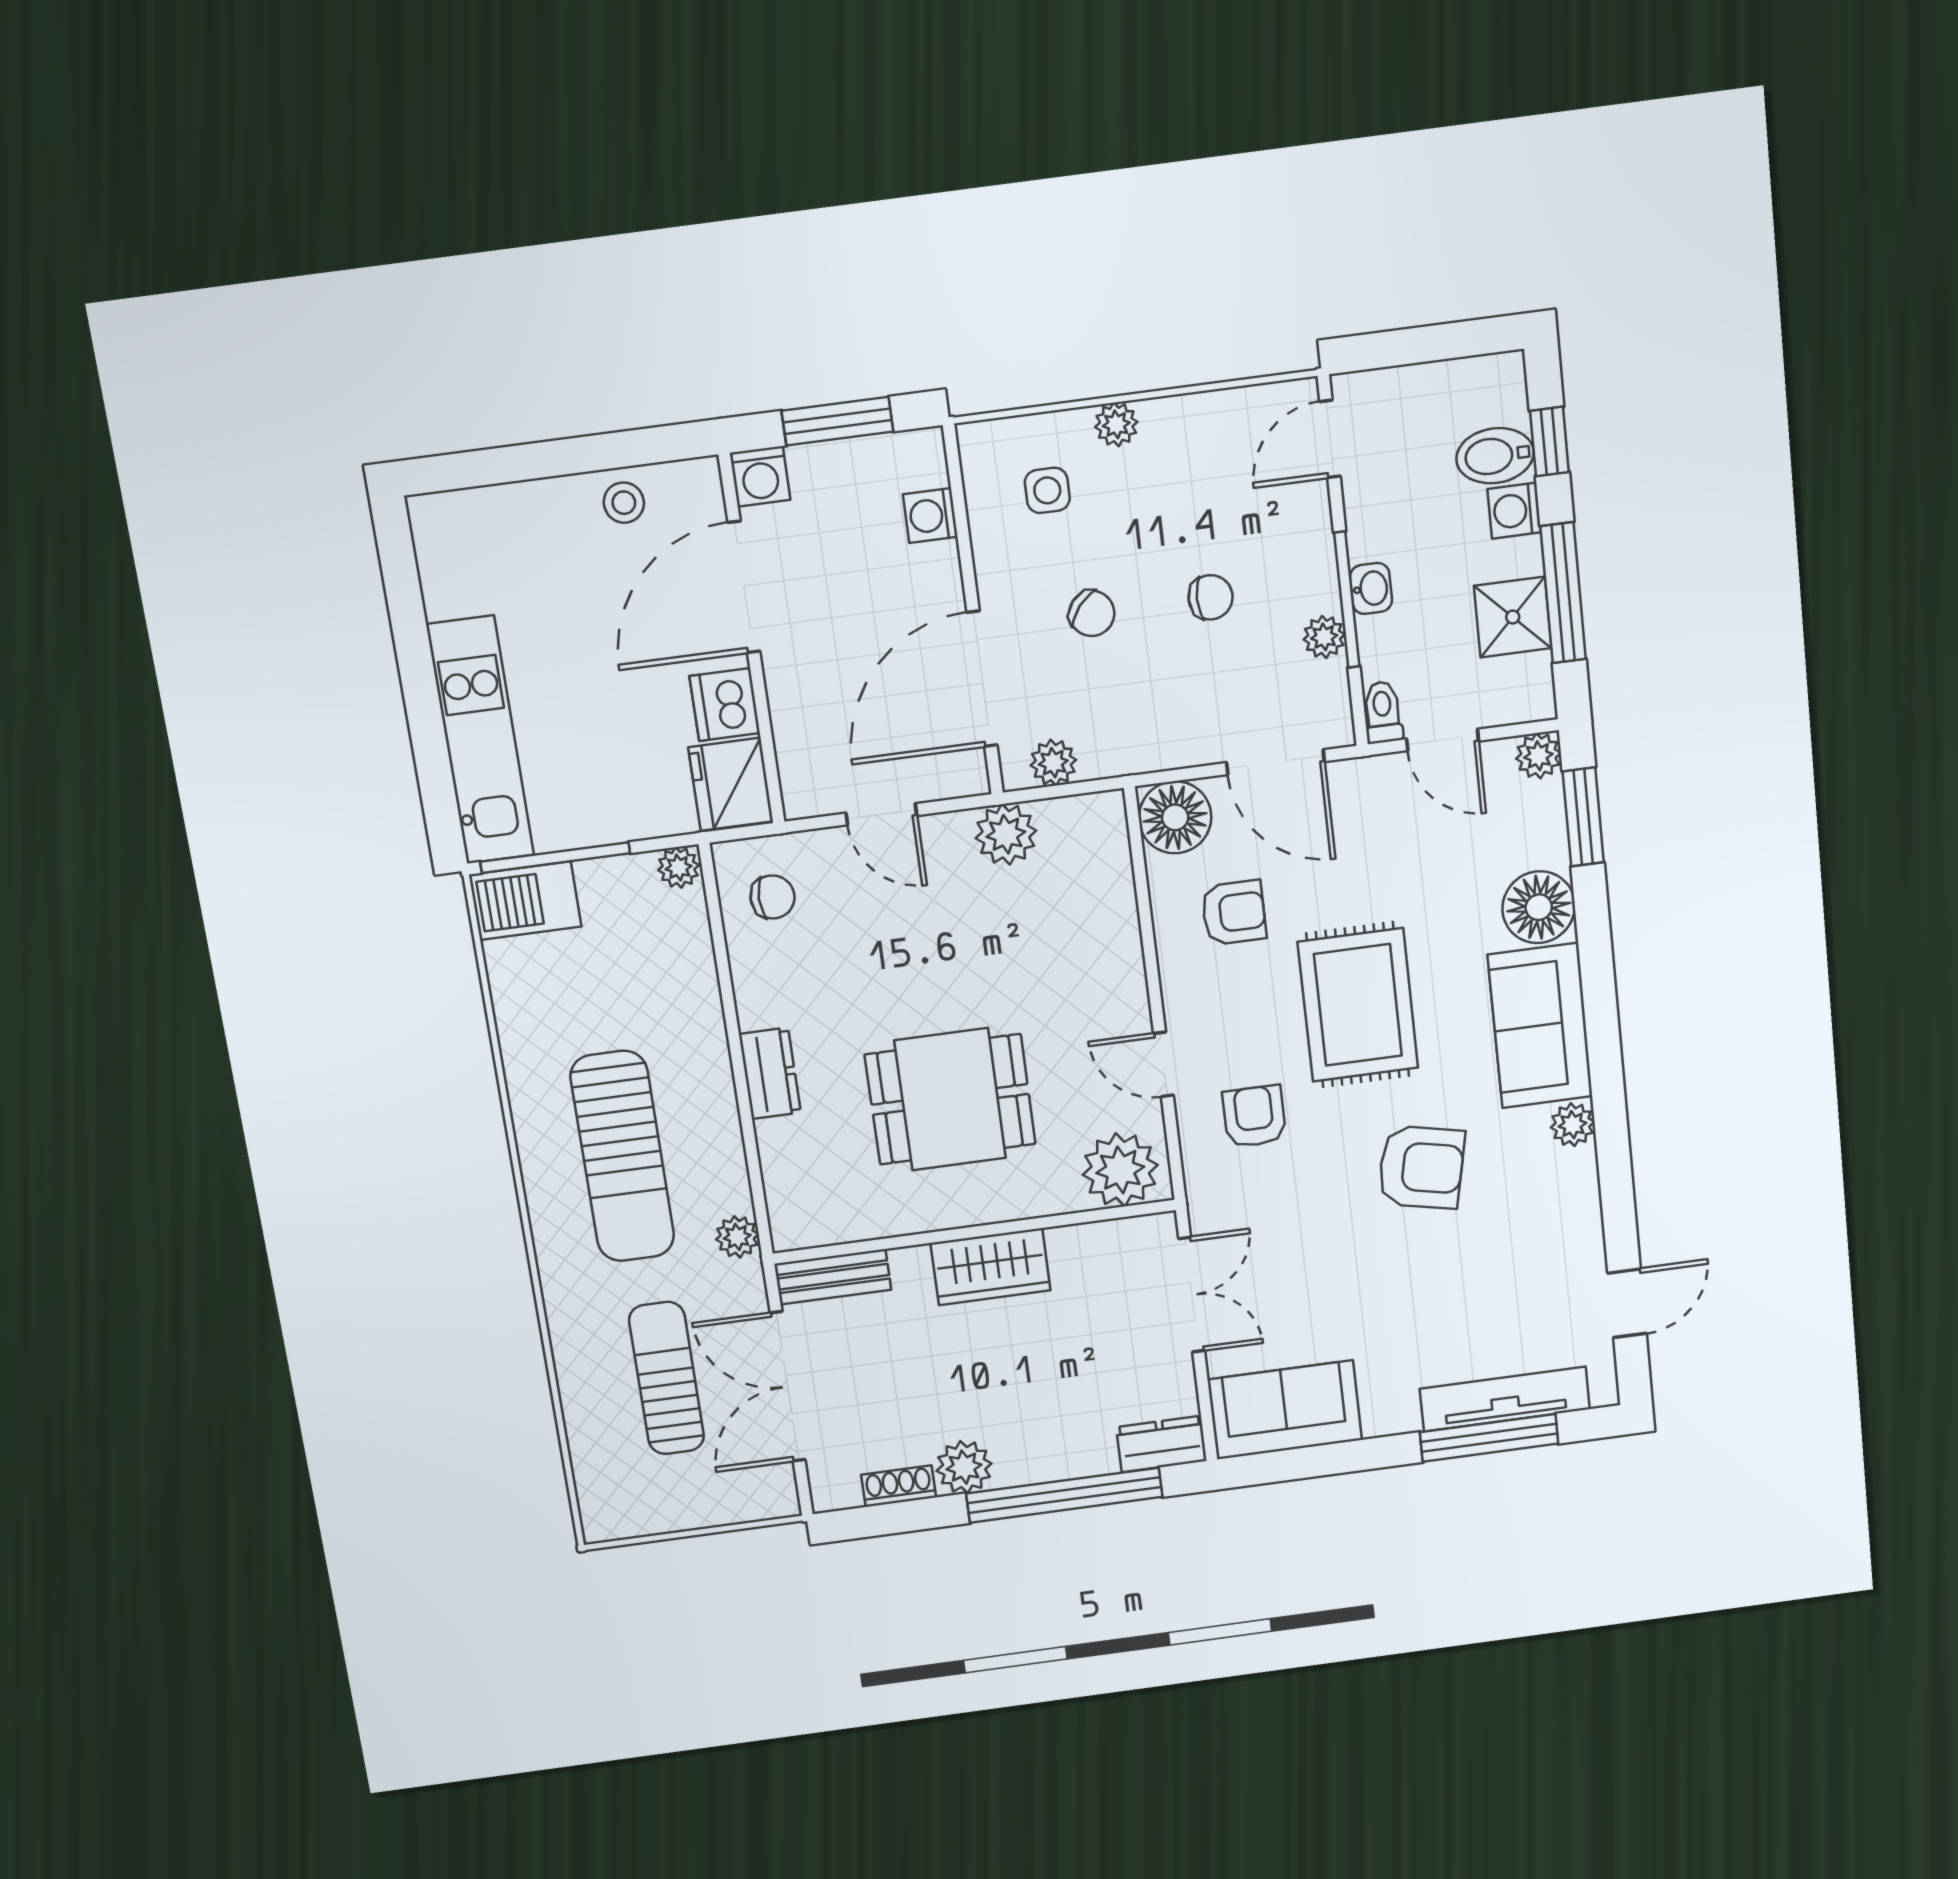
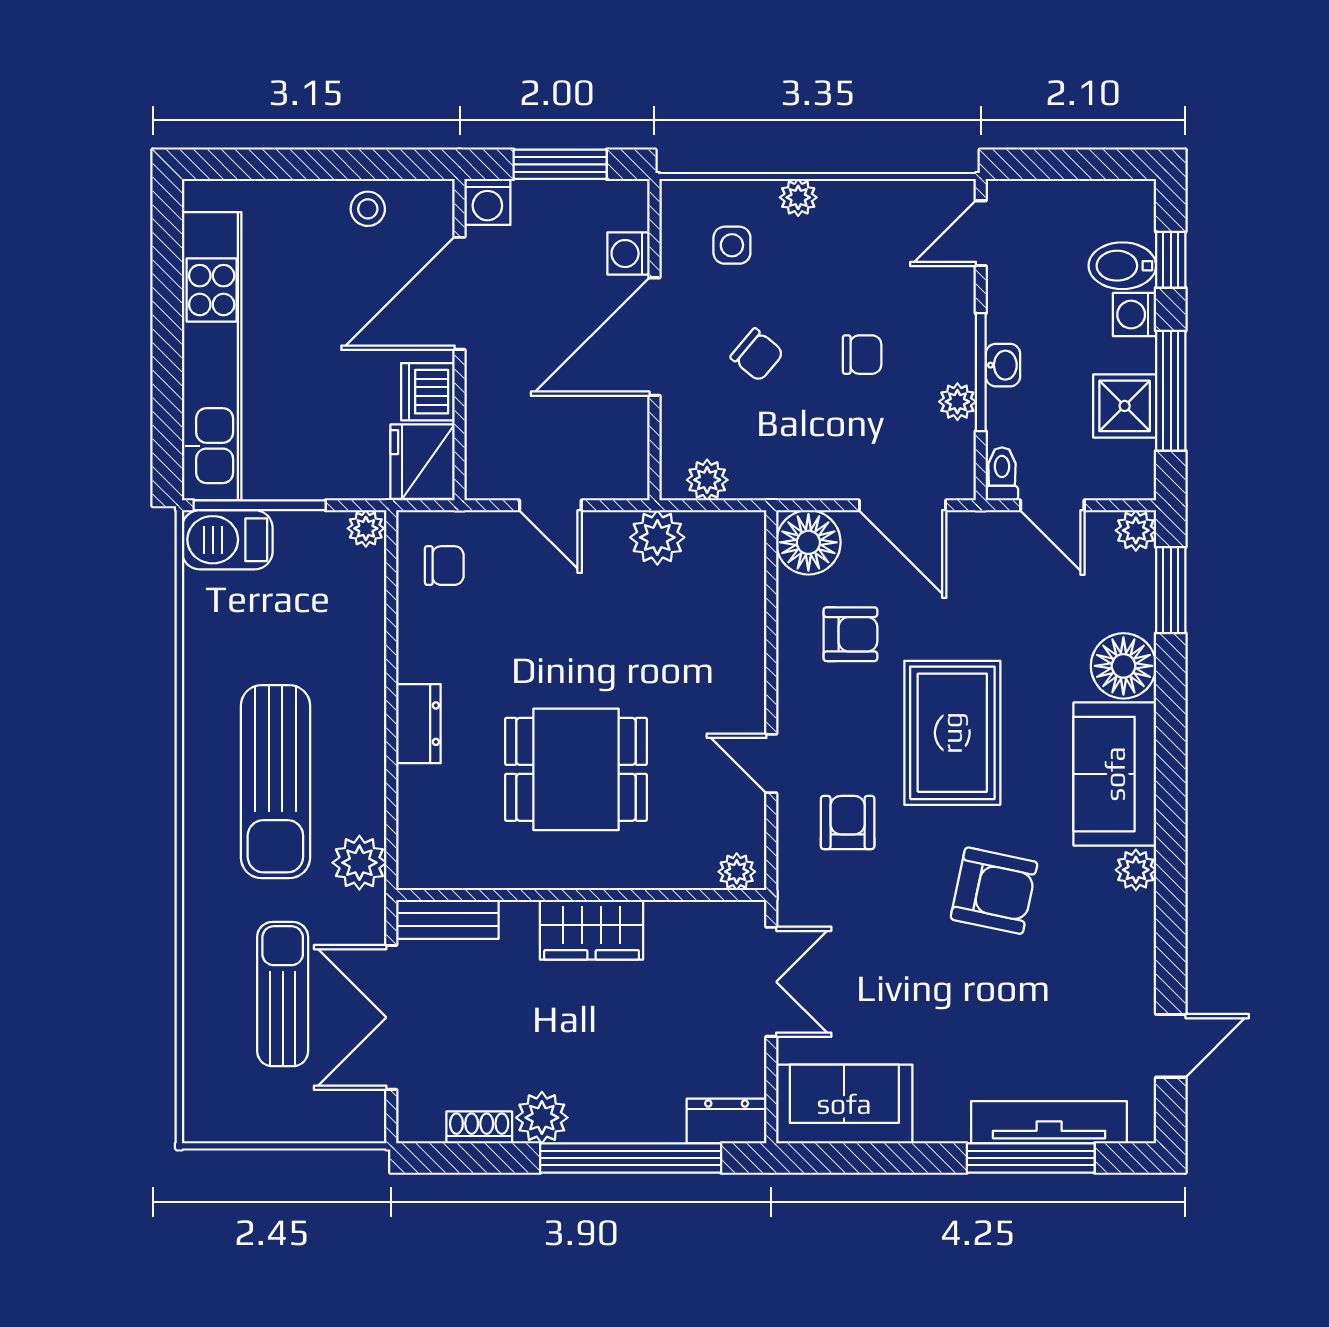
door: (982, 679) -> (654, 337), moved
kitchen unit: (480, 740) -> (212, 356), width x1.36
plant: (1120, 1170) -> (737, 872), width x0.53, depth x0.53
plant: (737, 1237) -> (359, 863), width x1.38, depth x1.38

